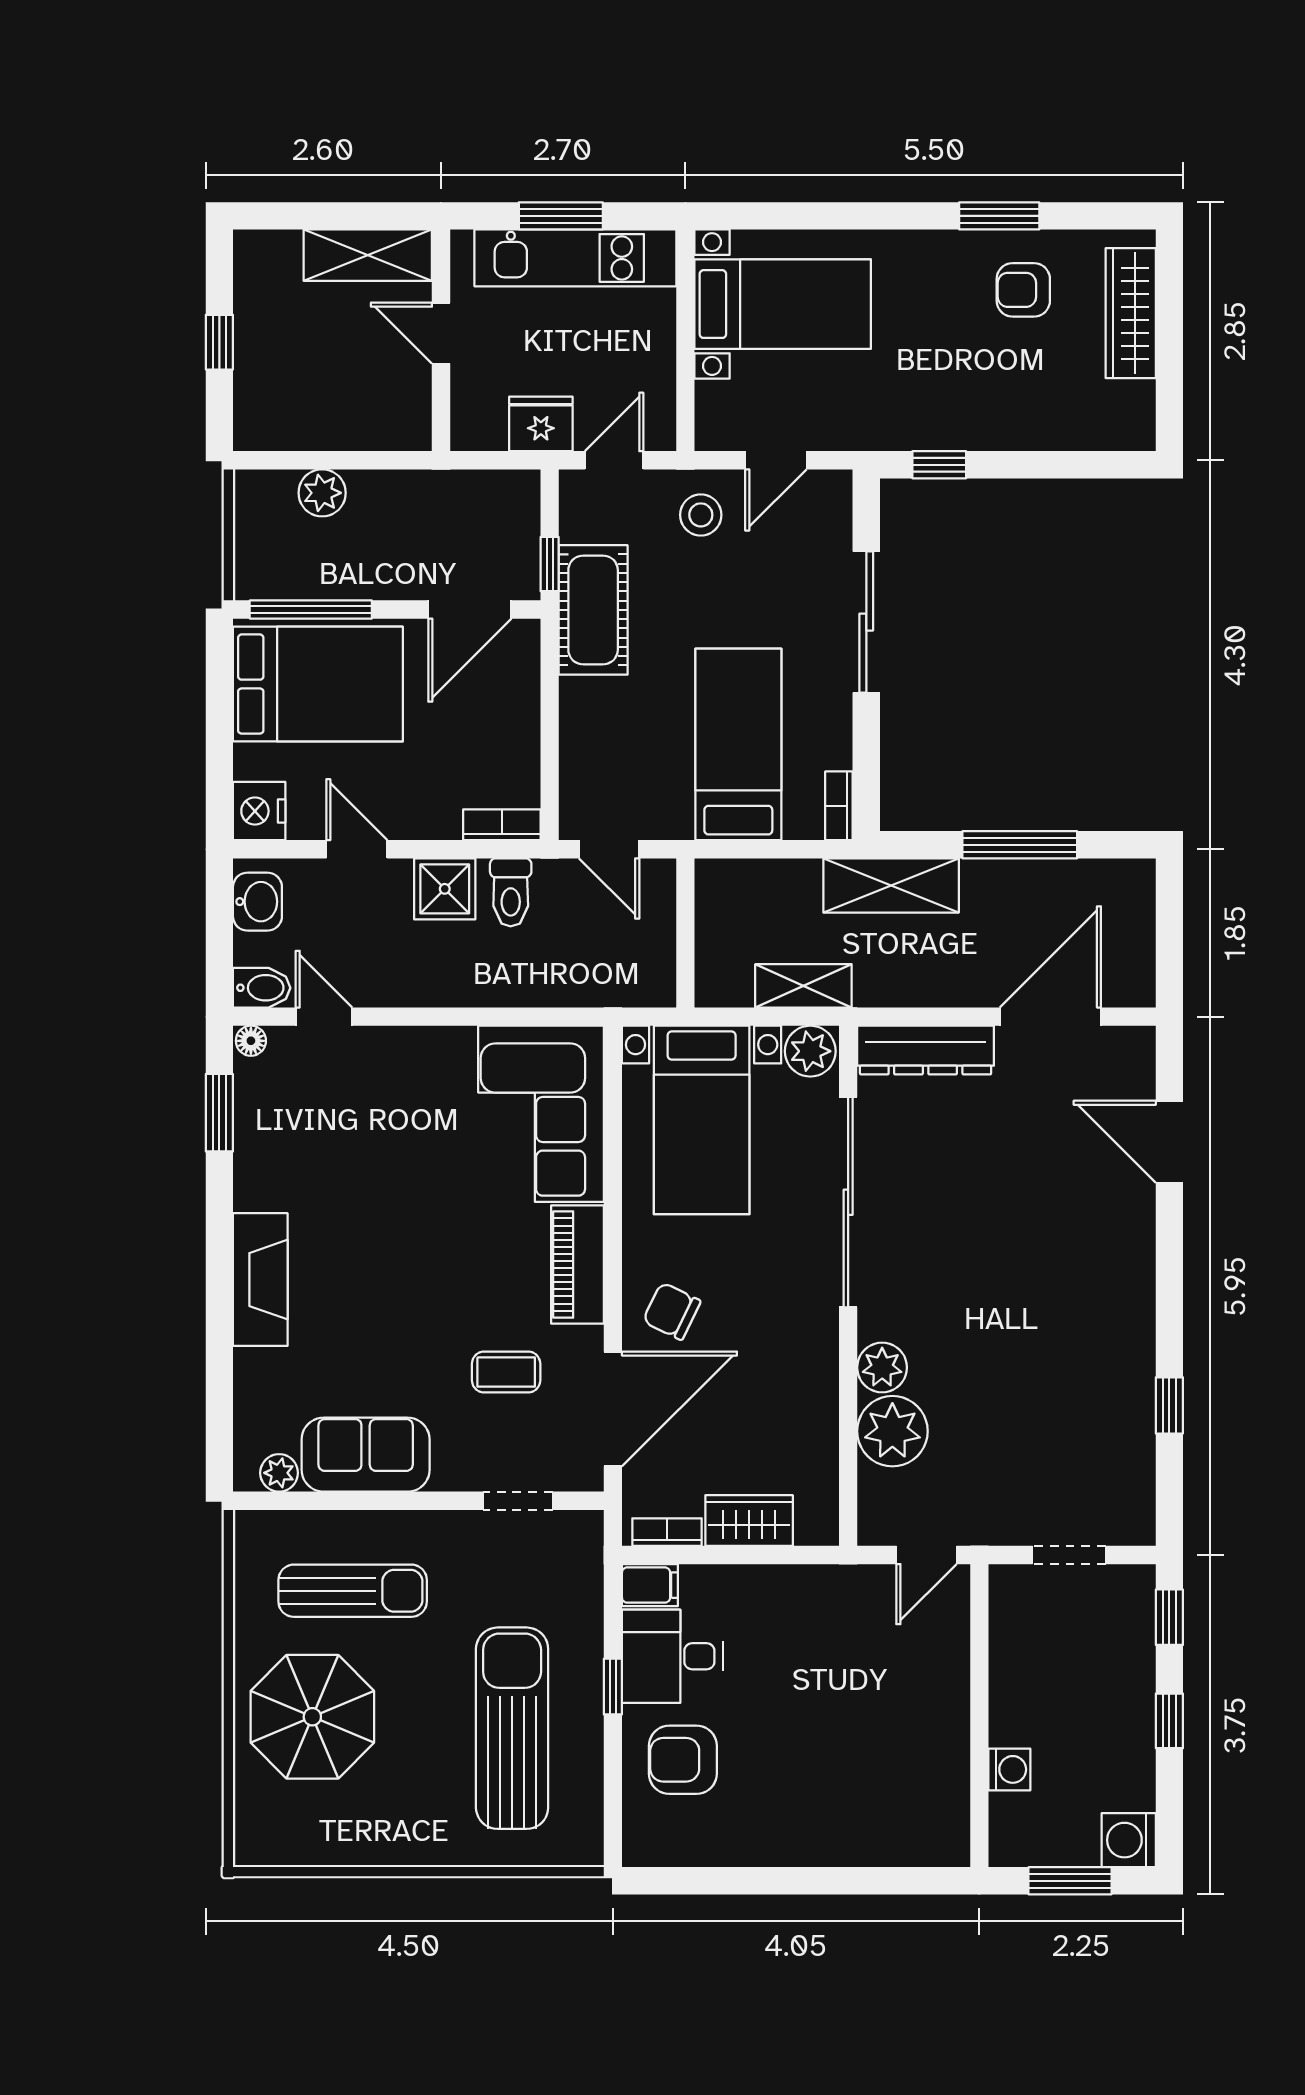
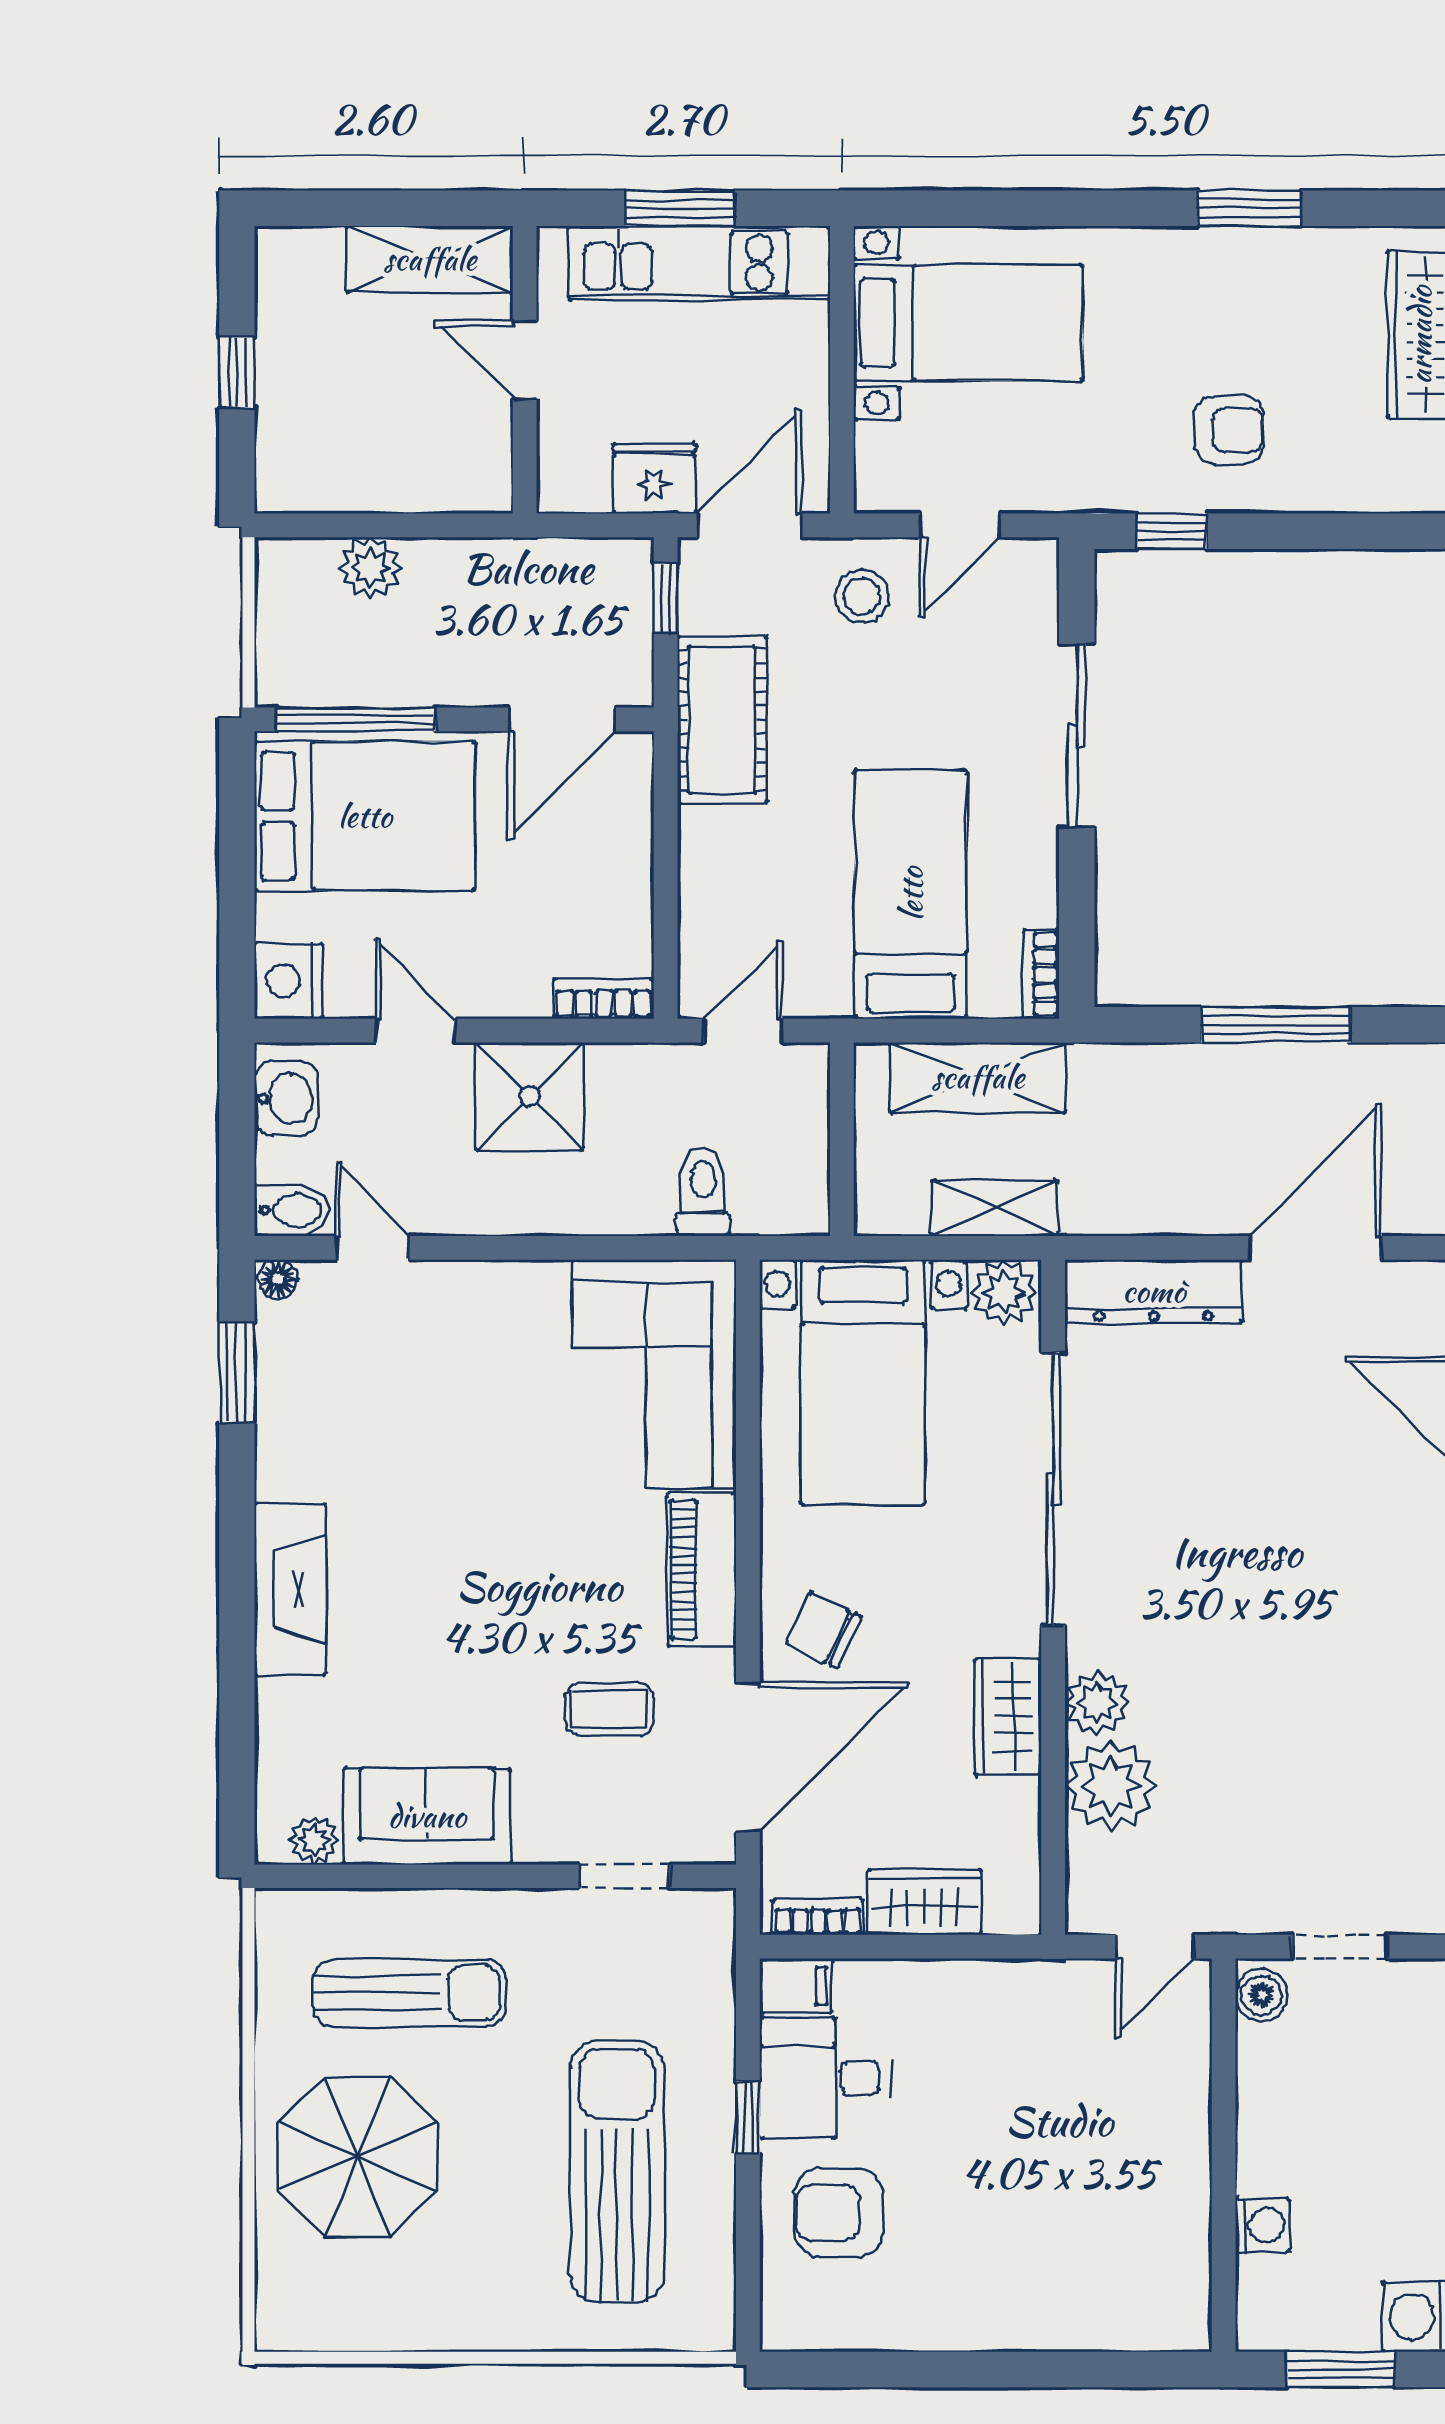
armchair: (1023, 290) -> (1229, 430), moved, turned 180
door: (614, 460) -> (749, 525), width x1.38
window: (550, 564) -> (666, 598), moved
door: (609, 849) -> (743, 1031), swing flipped
shelving: (891, 885) -> (978, 1077), moved
shower: (445, 889) -> (529, 1096), width x1.36, depth x1.36
toilet: (511, 892) -> (703, 1192), moved, turned 180
wardrobe: (813, 1378) -> (1008, 1717), added
boiler: (1009, 1593) -> (1262, 1995), added

